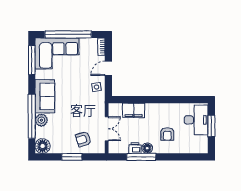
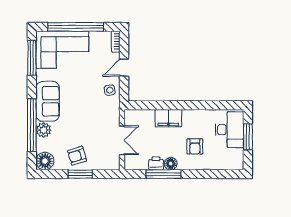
filing cabinet: (134, 110) -> (168, 118), moved
armchair: (83, 139) -> (77, 156), moved

